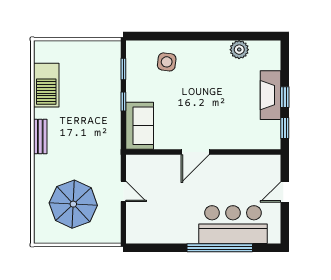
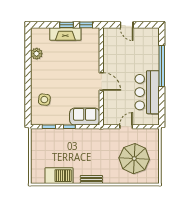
bar counter: (233, 225) -> (147, 92), moved

